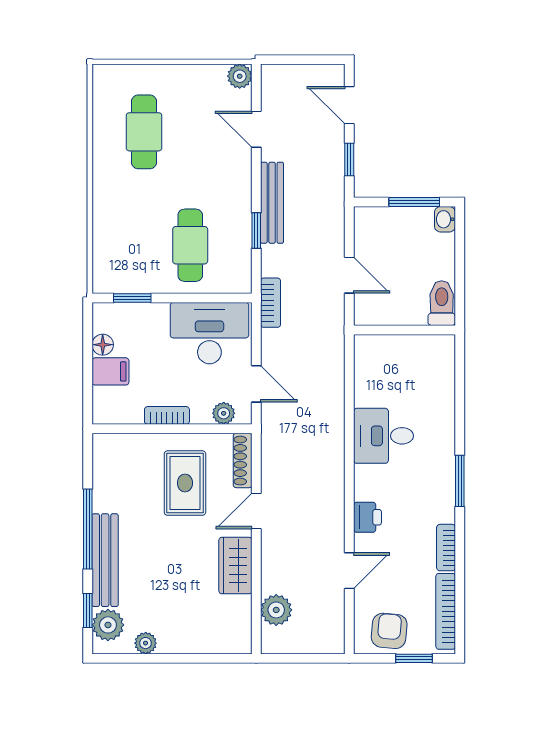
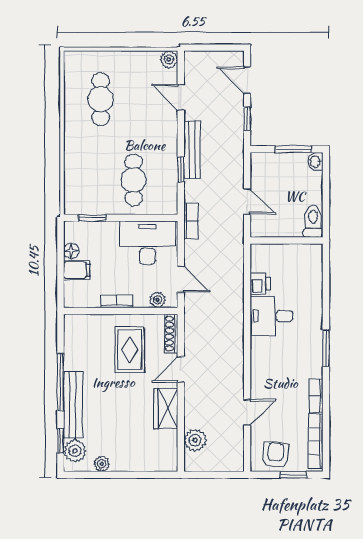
printer: (367, 517) -> (260, 284), moved

